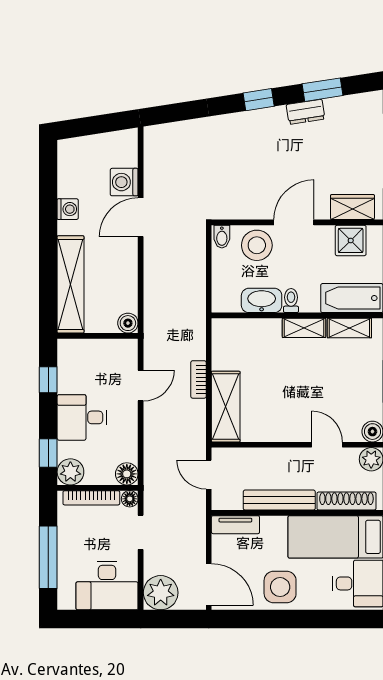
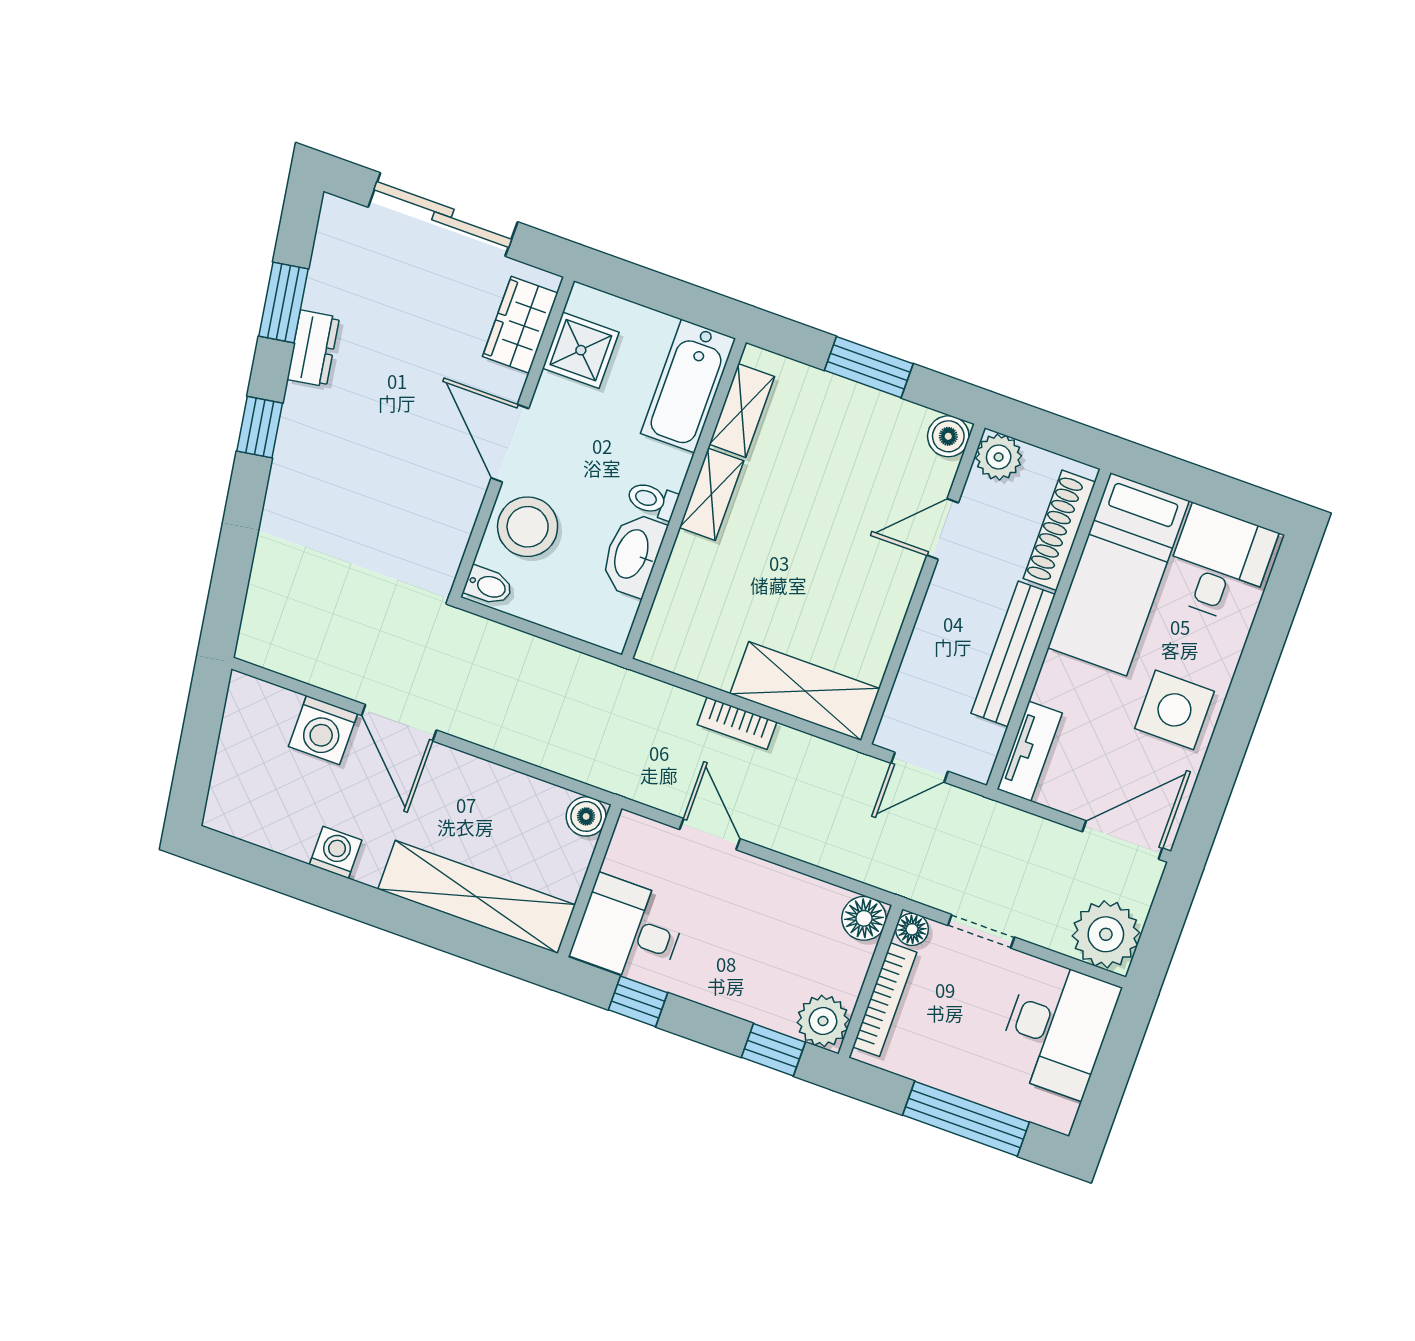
desk: (82, 417) -> (629, 930), moved, turned 90

